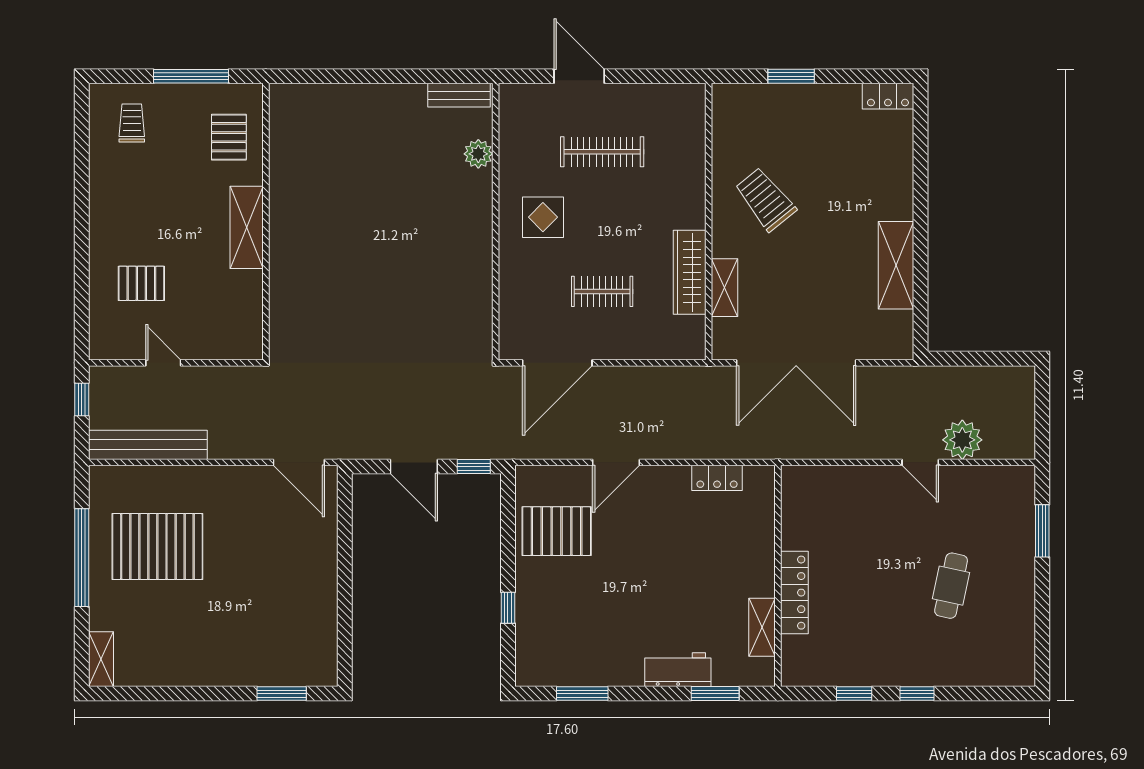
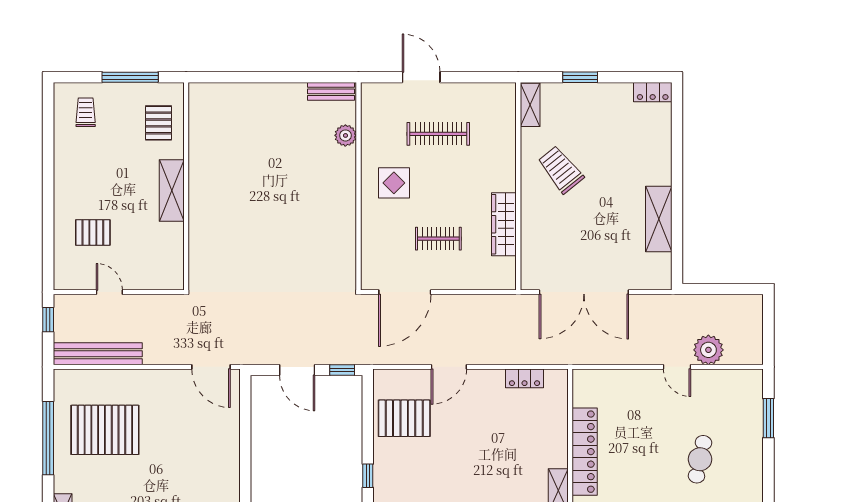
shelving: (725, 288) -> (530, 105), moved
locker: (794, 593) -> (585, 452), width x1.41, depth x1.21

